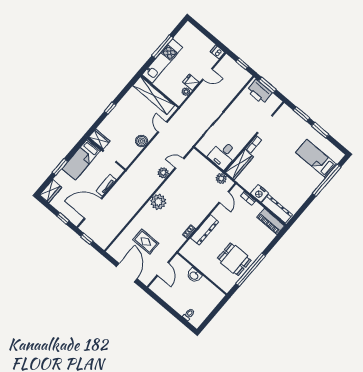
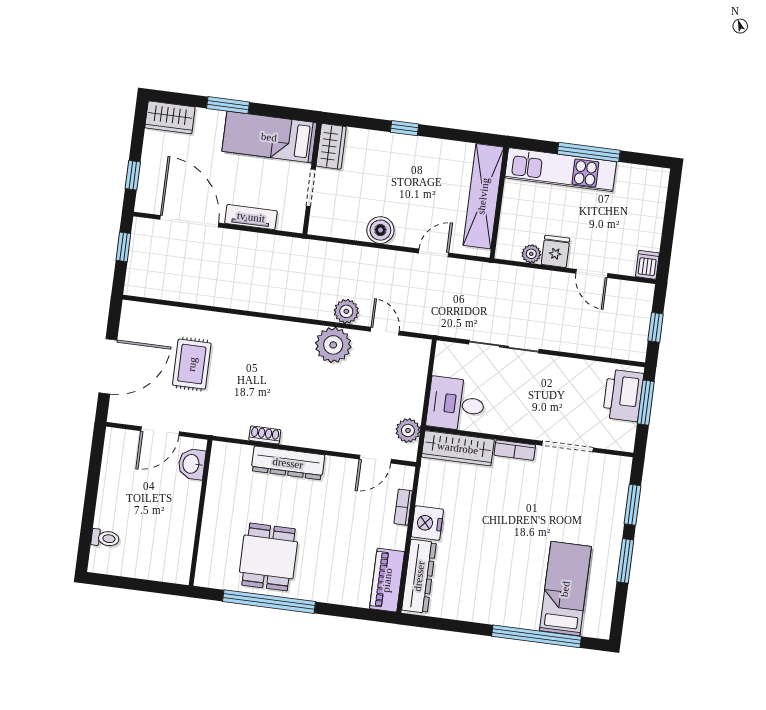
plant: (158, 202) -> (333, 345), moved
washbasin: (194, 275) -> (192, 464), moved

